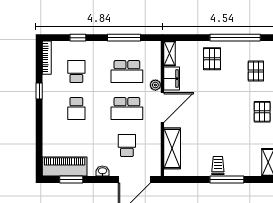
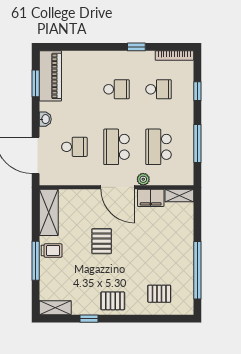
pallet: (212, 59) -> (102, 241), moved, turned 90
school desk: (76, 109) -> (116, 89), turned 180
shelving: (172, 148) -> (49, 212), moved, turned 90

